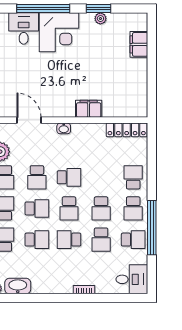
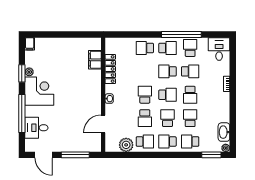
corner desk: (59, 32) -> (39, 91), moved
filing cabinet: (139, 44) -> (30, 44), moved, width x0.50
filing cabinet: (89, 109) -> (95, 60), moved
locker: (127, 130) -> (110, 69), moved
school desk: (37, 177) -> (145, 118), turned 90
school desk: (101, 208) -> (167, 71), turned 180

